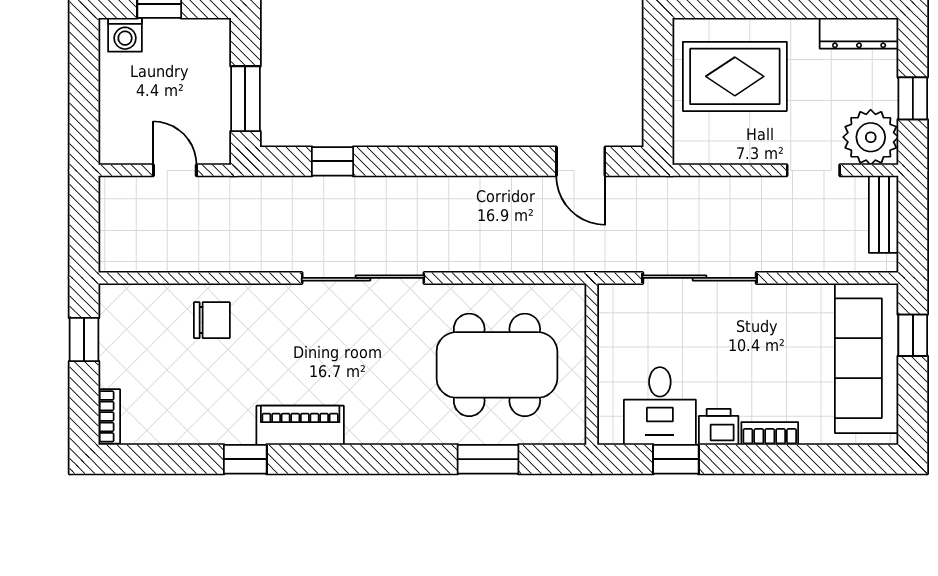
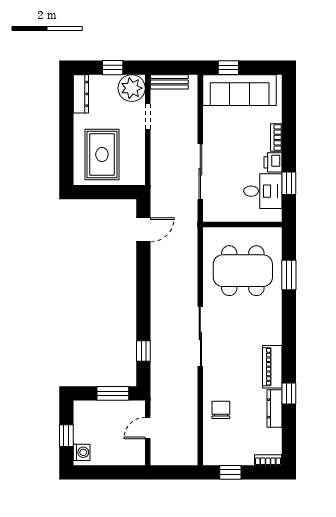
dining table: (497, 365) -> (243, 271), turned 90
dresser: (215, 430) -> (274, 408), added

